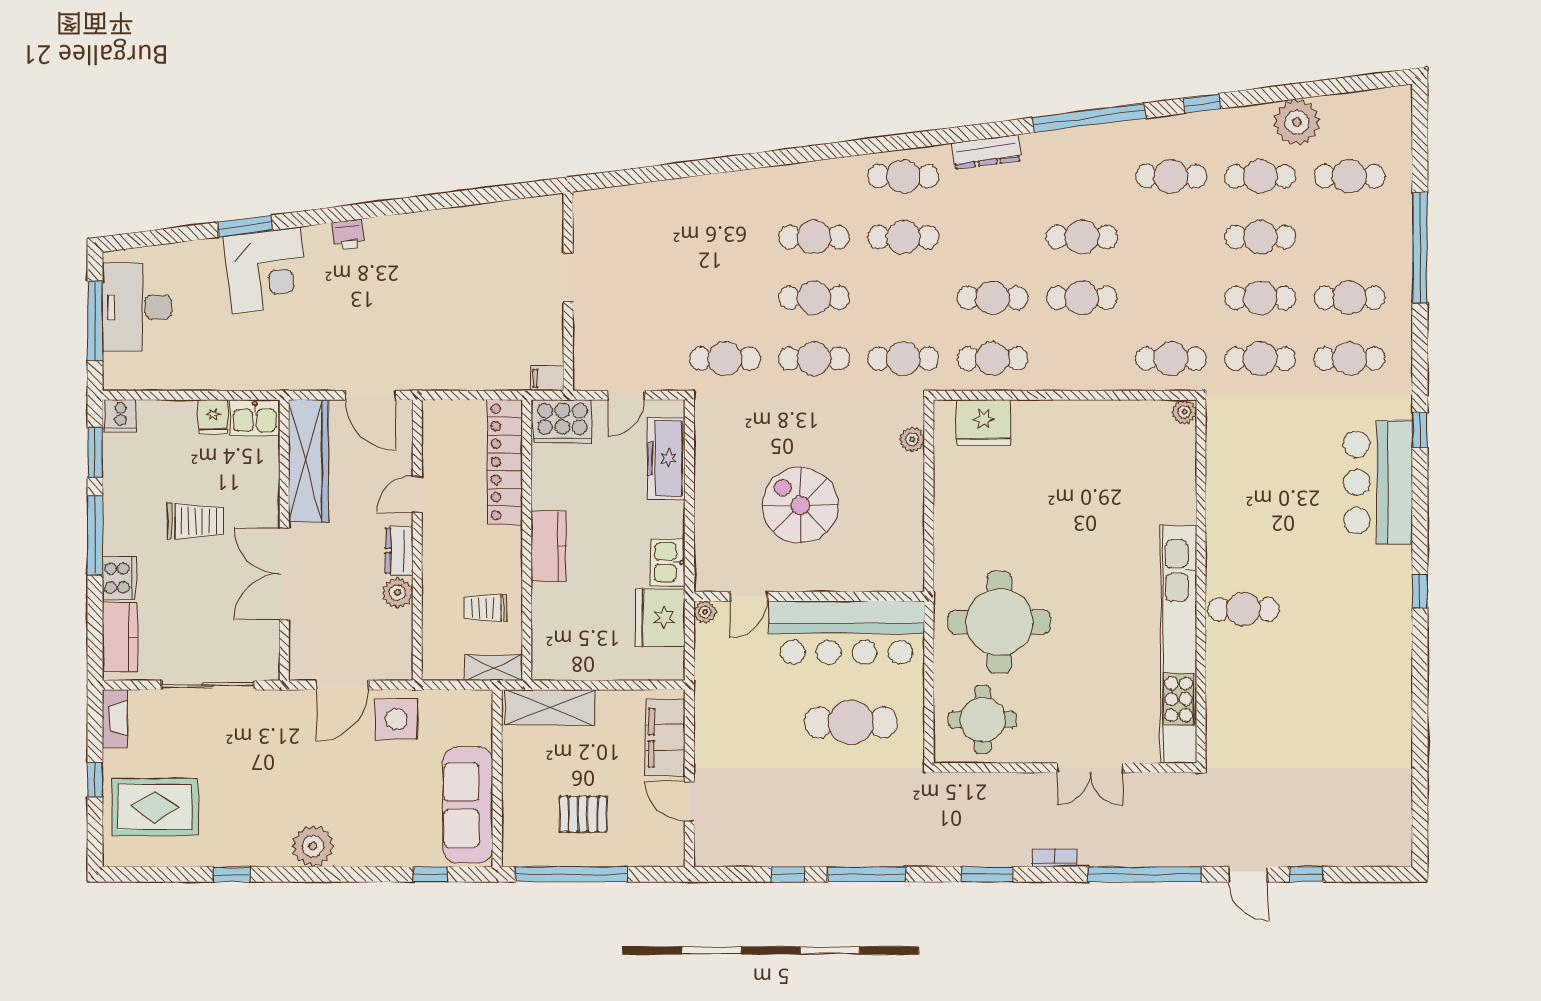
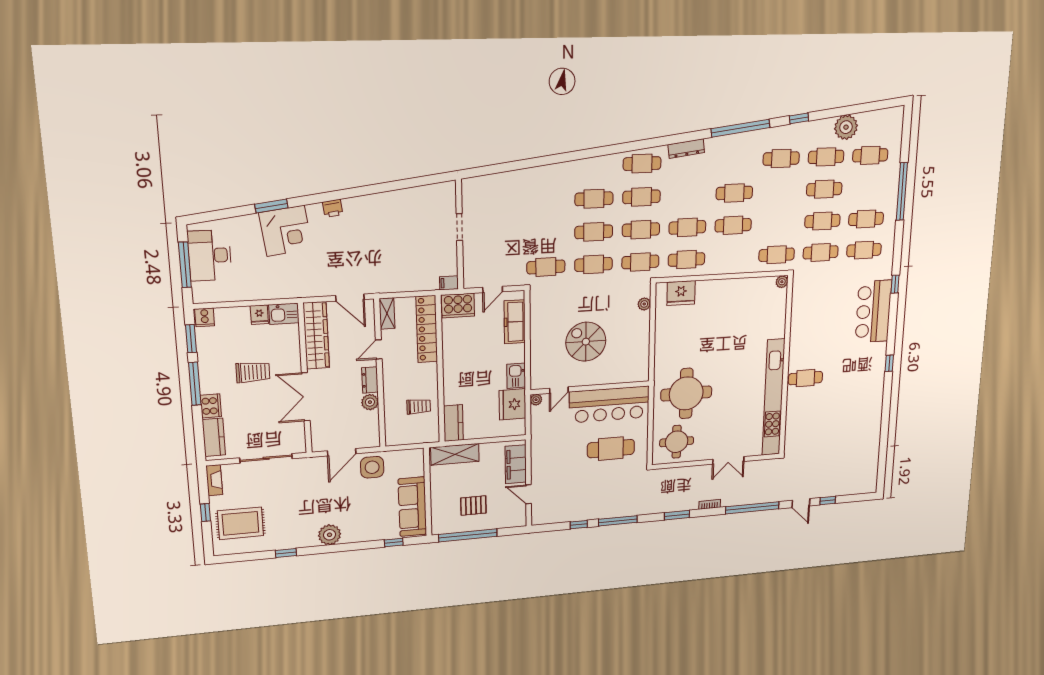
cafe table: (903, 298) -> (641, 230), added
kitchen counter: (549, 546) -> (453, 423), moved
trolley: (486, 608) -> (419, 406), turned 180
shelving: (494, 668) -> (387, 313), moved, turned 90

